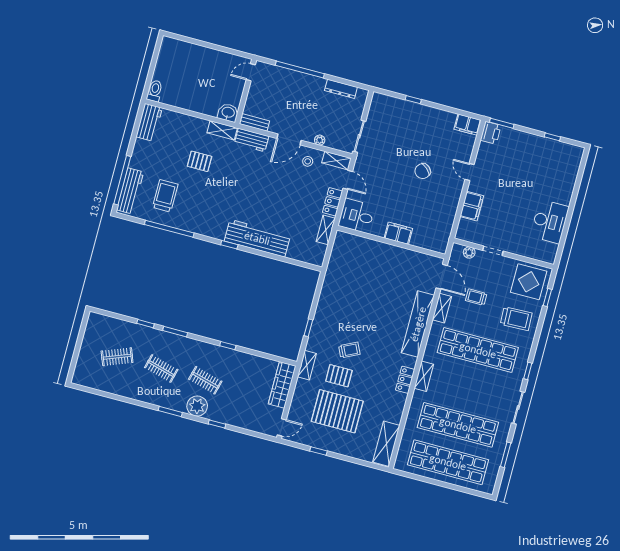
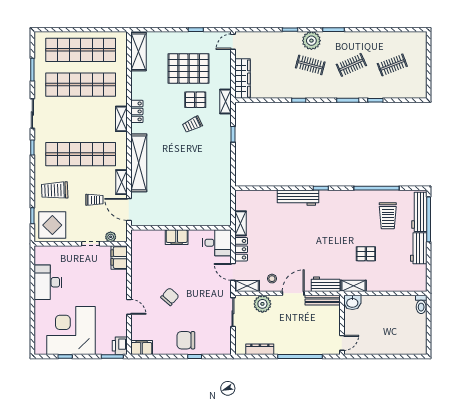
chair: (418, 120) -> (186, 340), added
workbench: (149, 122) -> (419, 248), moved
bench: (254, 122) -> (323, 300), width x1.36
plant: (320, 140) -> (262, 304), width x1.88, depth x1.88
corner desk: (539, 163) -> (71, 331), added
filing cabinet: (472, 206) -> (119, 258), moved
workbench: (257, 238) -> (298, 198), width x0.73, depth x0.76
clothes rail: (161, 368) -> (351, 65), turned -39

